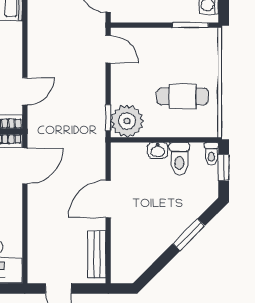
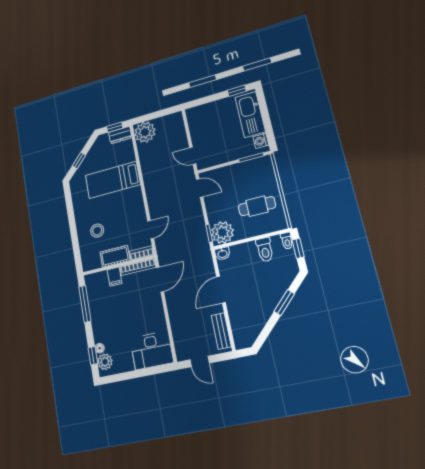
washbasin: (158, 150) -> (222, 254), moved

